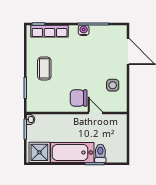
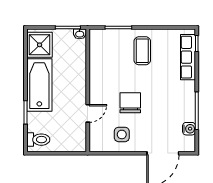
water cooler: (84, 30) -> (189, 129), moved
coffee table: (44, 68) -> (142, 51), turned 90
chair: (79, 98) -> (130, 103), moved
toilet: (100, 153) -> (38, 140), moved

